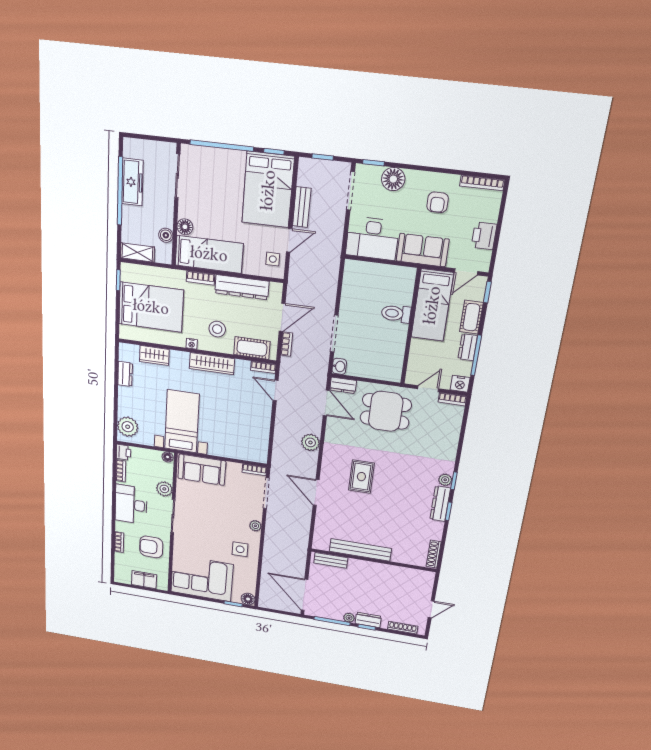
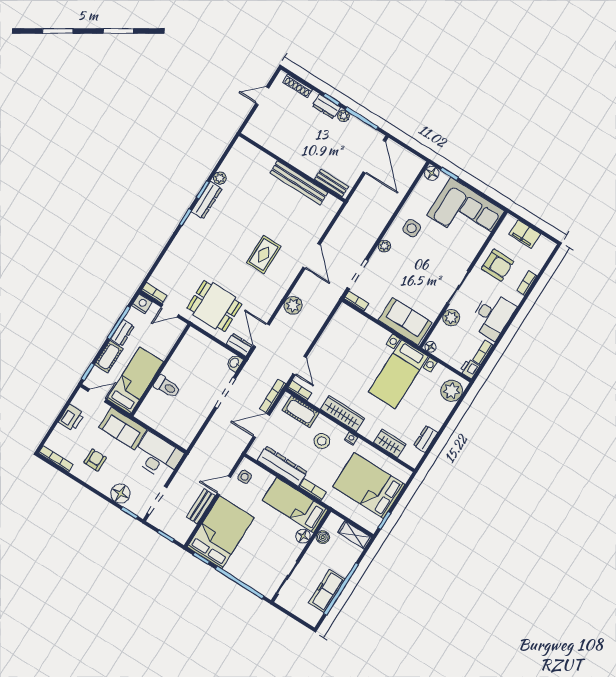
bookcase: (287, 344) -> (273, 396), width x1.56
plant: (445, 480) -> (220, 178), moved
shoe rack: (434, 554) -> (235, 152), removed

